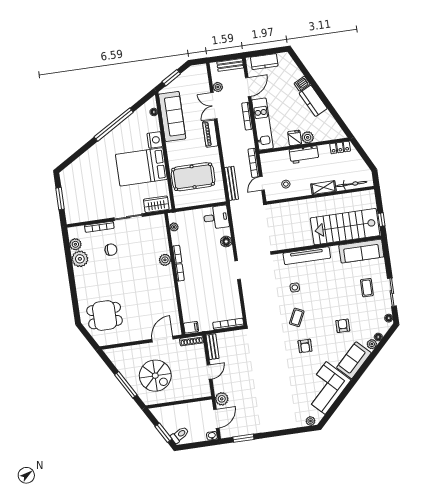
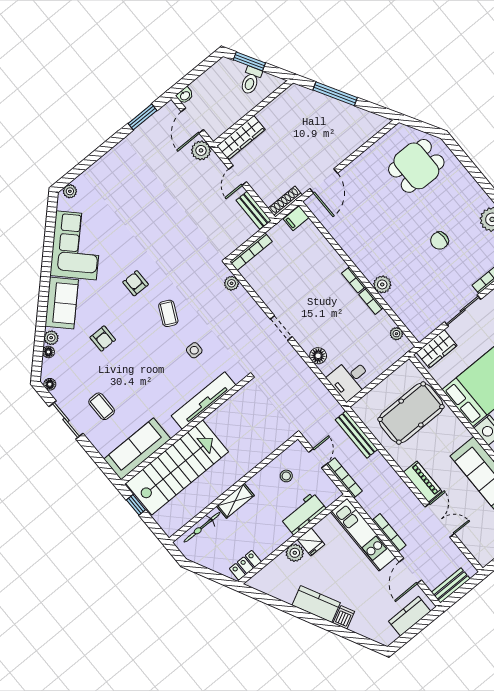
plant: (218, 87) -> (232, 283), moved
workbench: (304, 155) -> (303, 514), moved
chair: (111, 250) -> (439, 241), moved
spiral stairs: (155, 376) -> (304, 128), removed
wardrobe: (195, 392) -> (241, 138), added
toilet: (180, 435) -> (251, 81), moved

